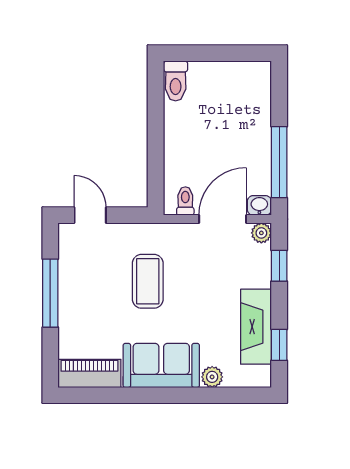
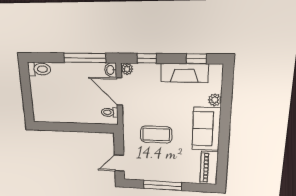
toilet: (176, 81) -> (39, 69), moved

